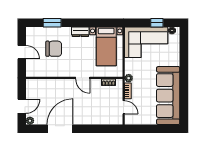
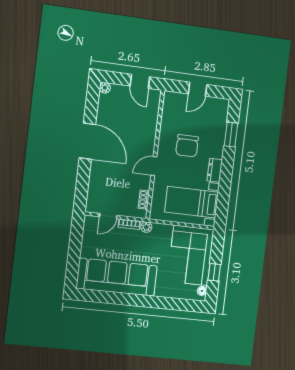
chair: (54, 49) -> (187, 146), moved
door: (22, 106) -> (140, 81), moved
door: (60, 129) -> (87, 141), moved

